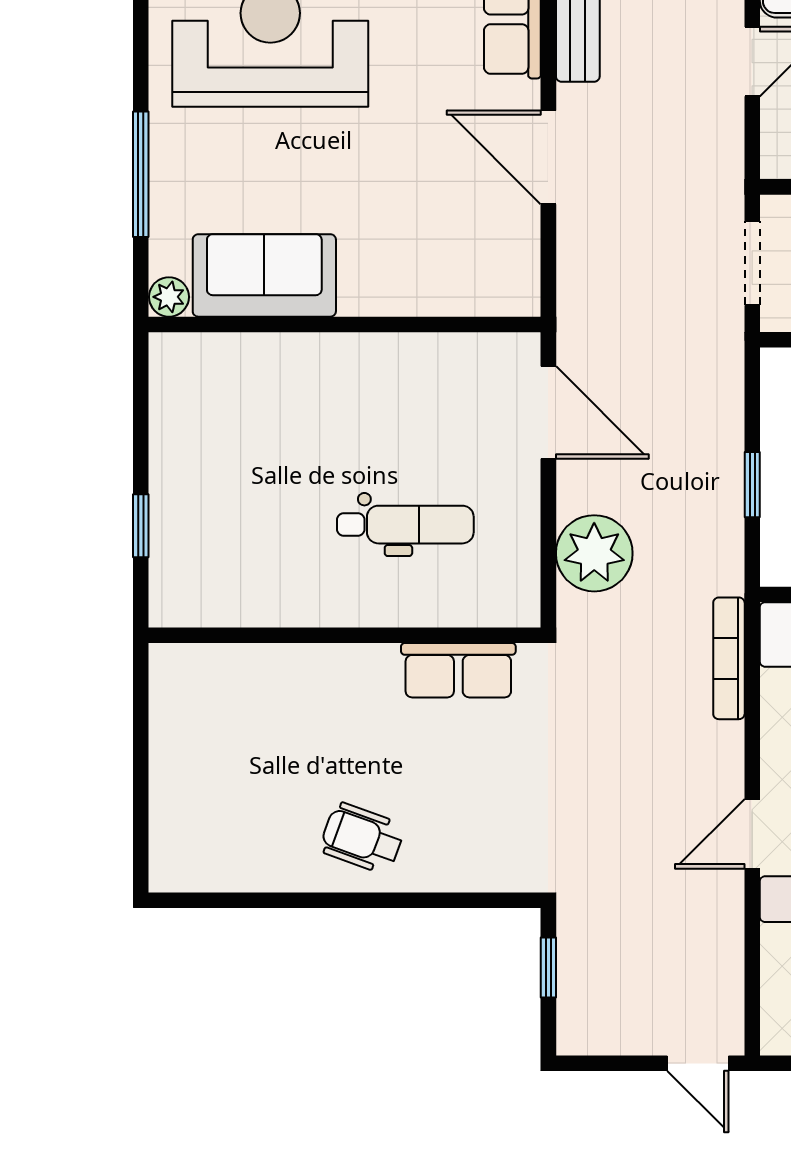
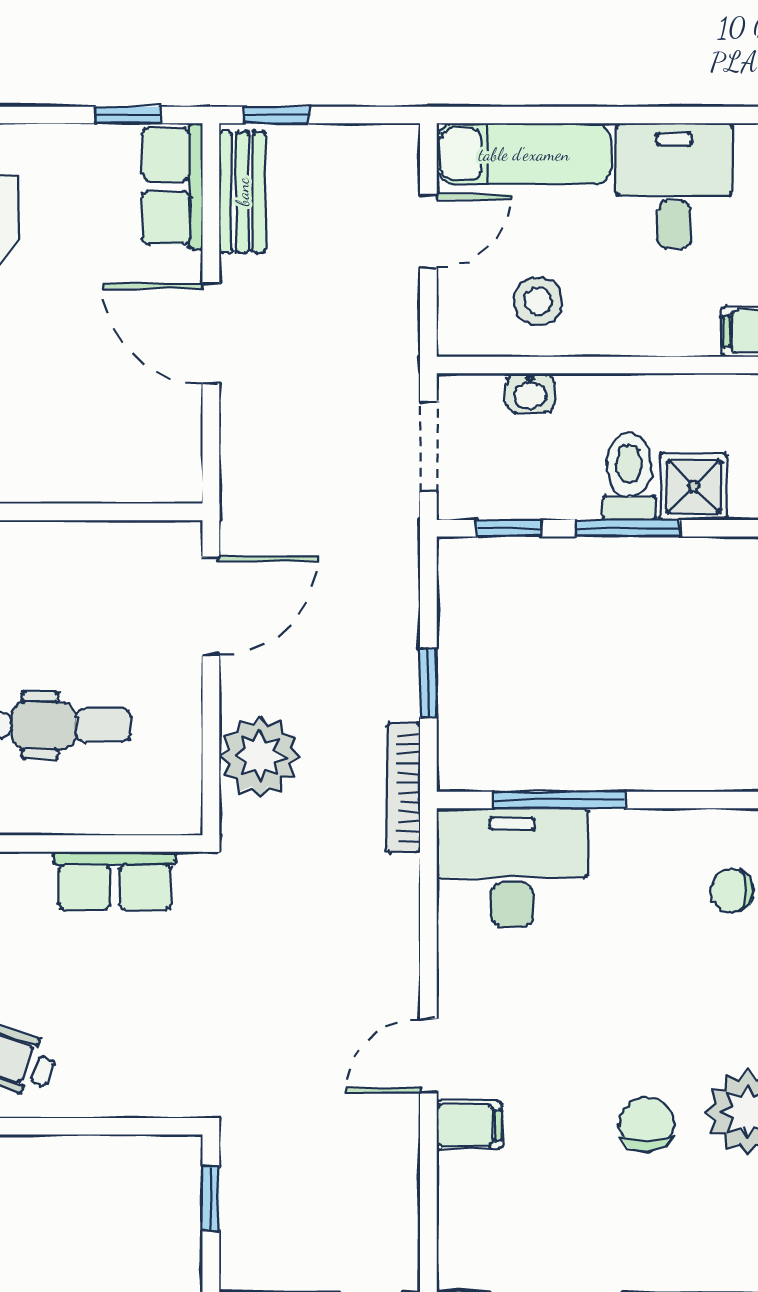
door: (548, 413) -> (211, 606), hinge flipped
bookcase: (729, 658) -> (404, 788), moved

